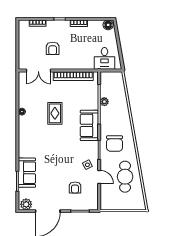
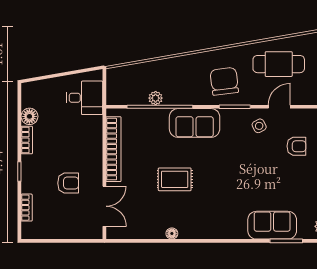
floor lamp: (108, 25) -> (29, 116), moved
chair: (115, 144) -> (224, 81), turned -97

